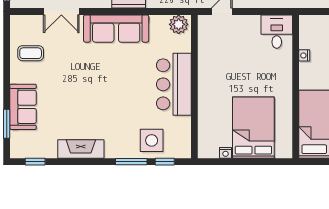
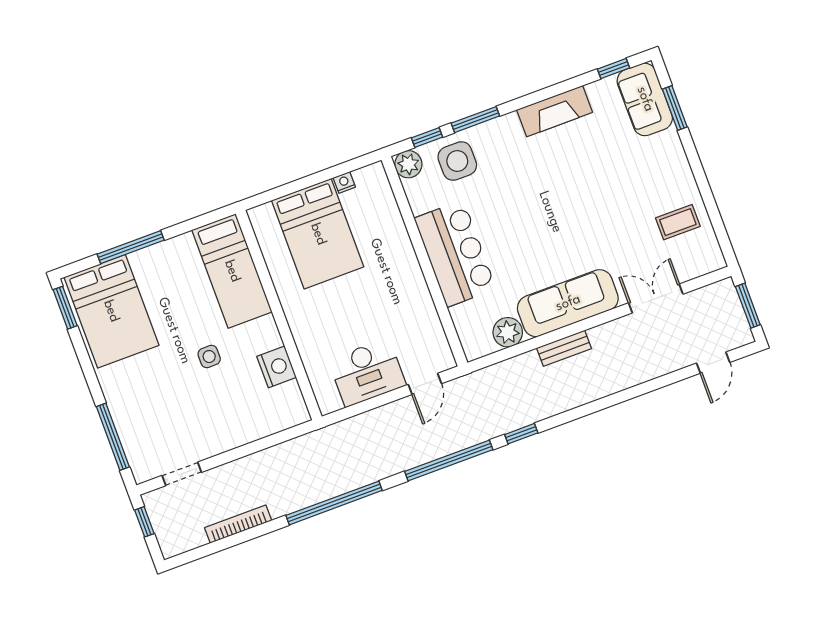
plant: (179, 24) -> (508, 332), moved
desk: (277, 32) -> (367, 372), moved, width x1.37
nightstand: (304, 55) -> (277, 367), width x1.89, depth x1.79
sofa: (23, 107) -> (645, 99), moved
plant: (182, 150) -> (408, 164), added

